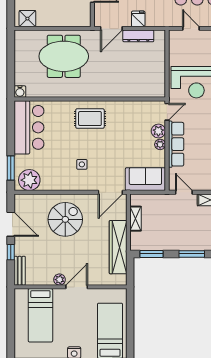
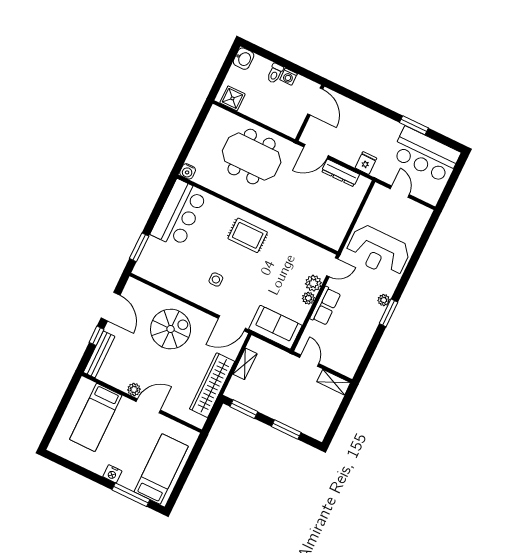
fridge: (138, 19) -> (366, 163), moved
row of seats: (176, 144) -> (325, 306), width x0.68
plant: (29, 180) -> (153, 269), removed
bench: (20, 271) -> (99, 354), width x1.36

